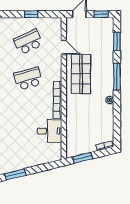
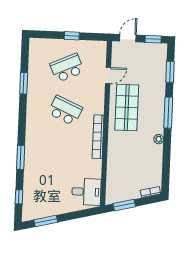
door: (64, 47) -> (108, 76), hinge flipped
school desk: (28, 79) -> (65, 110), turned 39
desk: (49, 131) -> (86, 192), moved

